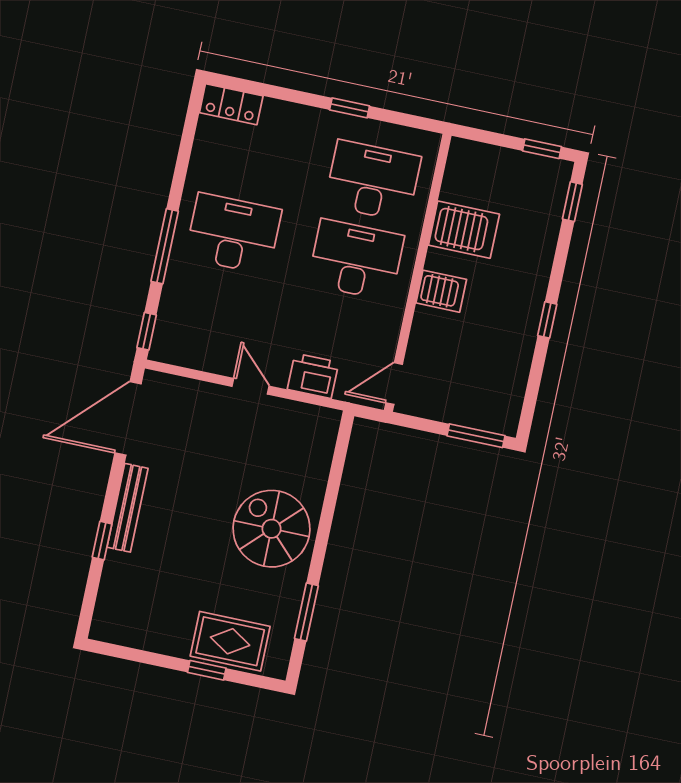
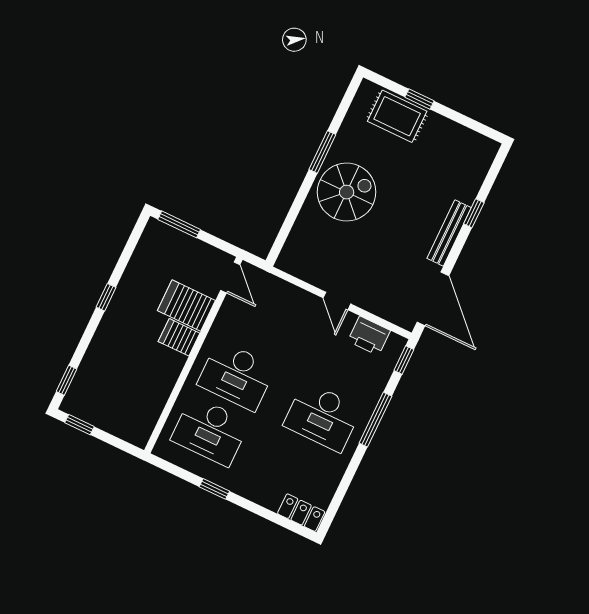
server rack: (464, 230) -> (186, 306), moved
printer: (313, 376) -> (369, 336), moved
door: (394, 384) -> (230, 277), hinge flipped
door: (128, 418) -> (433, 299), hinge flipped
spiral stairs: (272, 529) -> (347, 192), turned -90
window: (306, 612) -> (322, 152), moved

